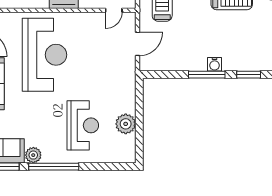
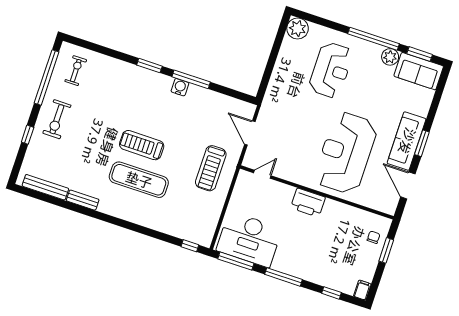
door: (137, 44) -> (250, 133), hinge flipped
plant: (126, 124) -> (298, 29), moved
reception desk: (83, 125) -> (331, 70), turned 180

